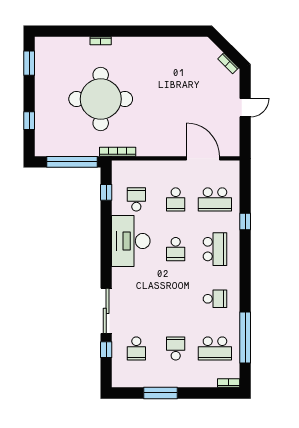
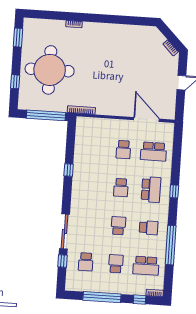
round table: (101, 99) -> (50, 70), moved
window: (106, 192) -> (69, 170), moved
school desk: (136, 199) -> (118, 226), moved
window: (245, 221) -> (174, 191), moved
desk: (131, 241) -> (87, 179), removed
window: (245, 337) -> (171, 245), moved
window: (161, 393) -> (102, 297), width x1.46
window: (210, 393) -> (140, 300), added

